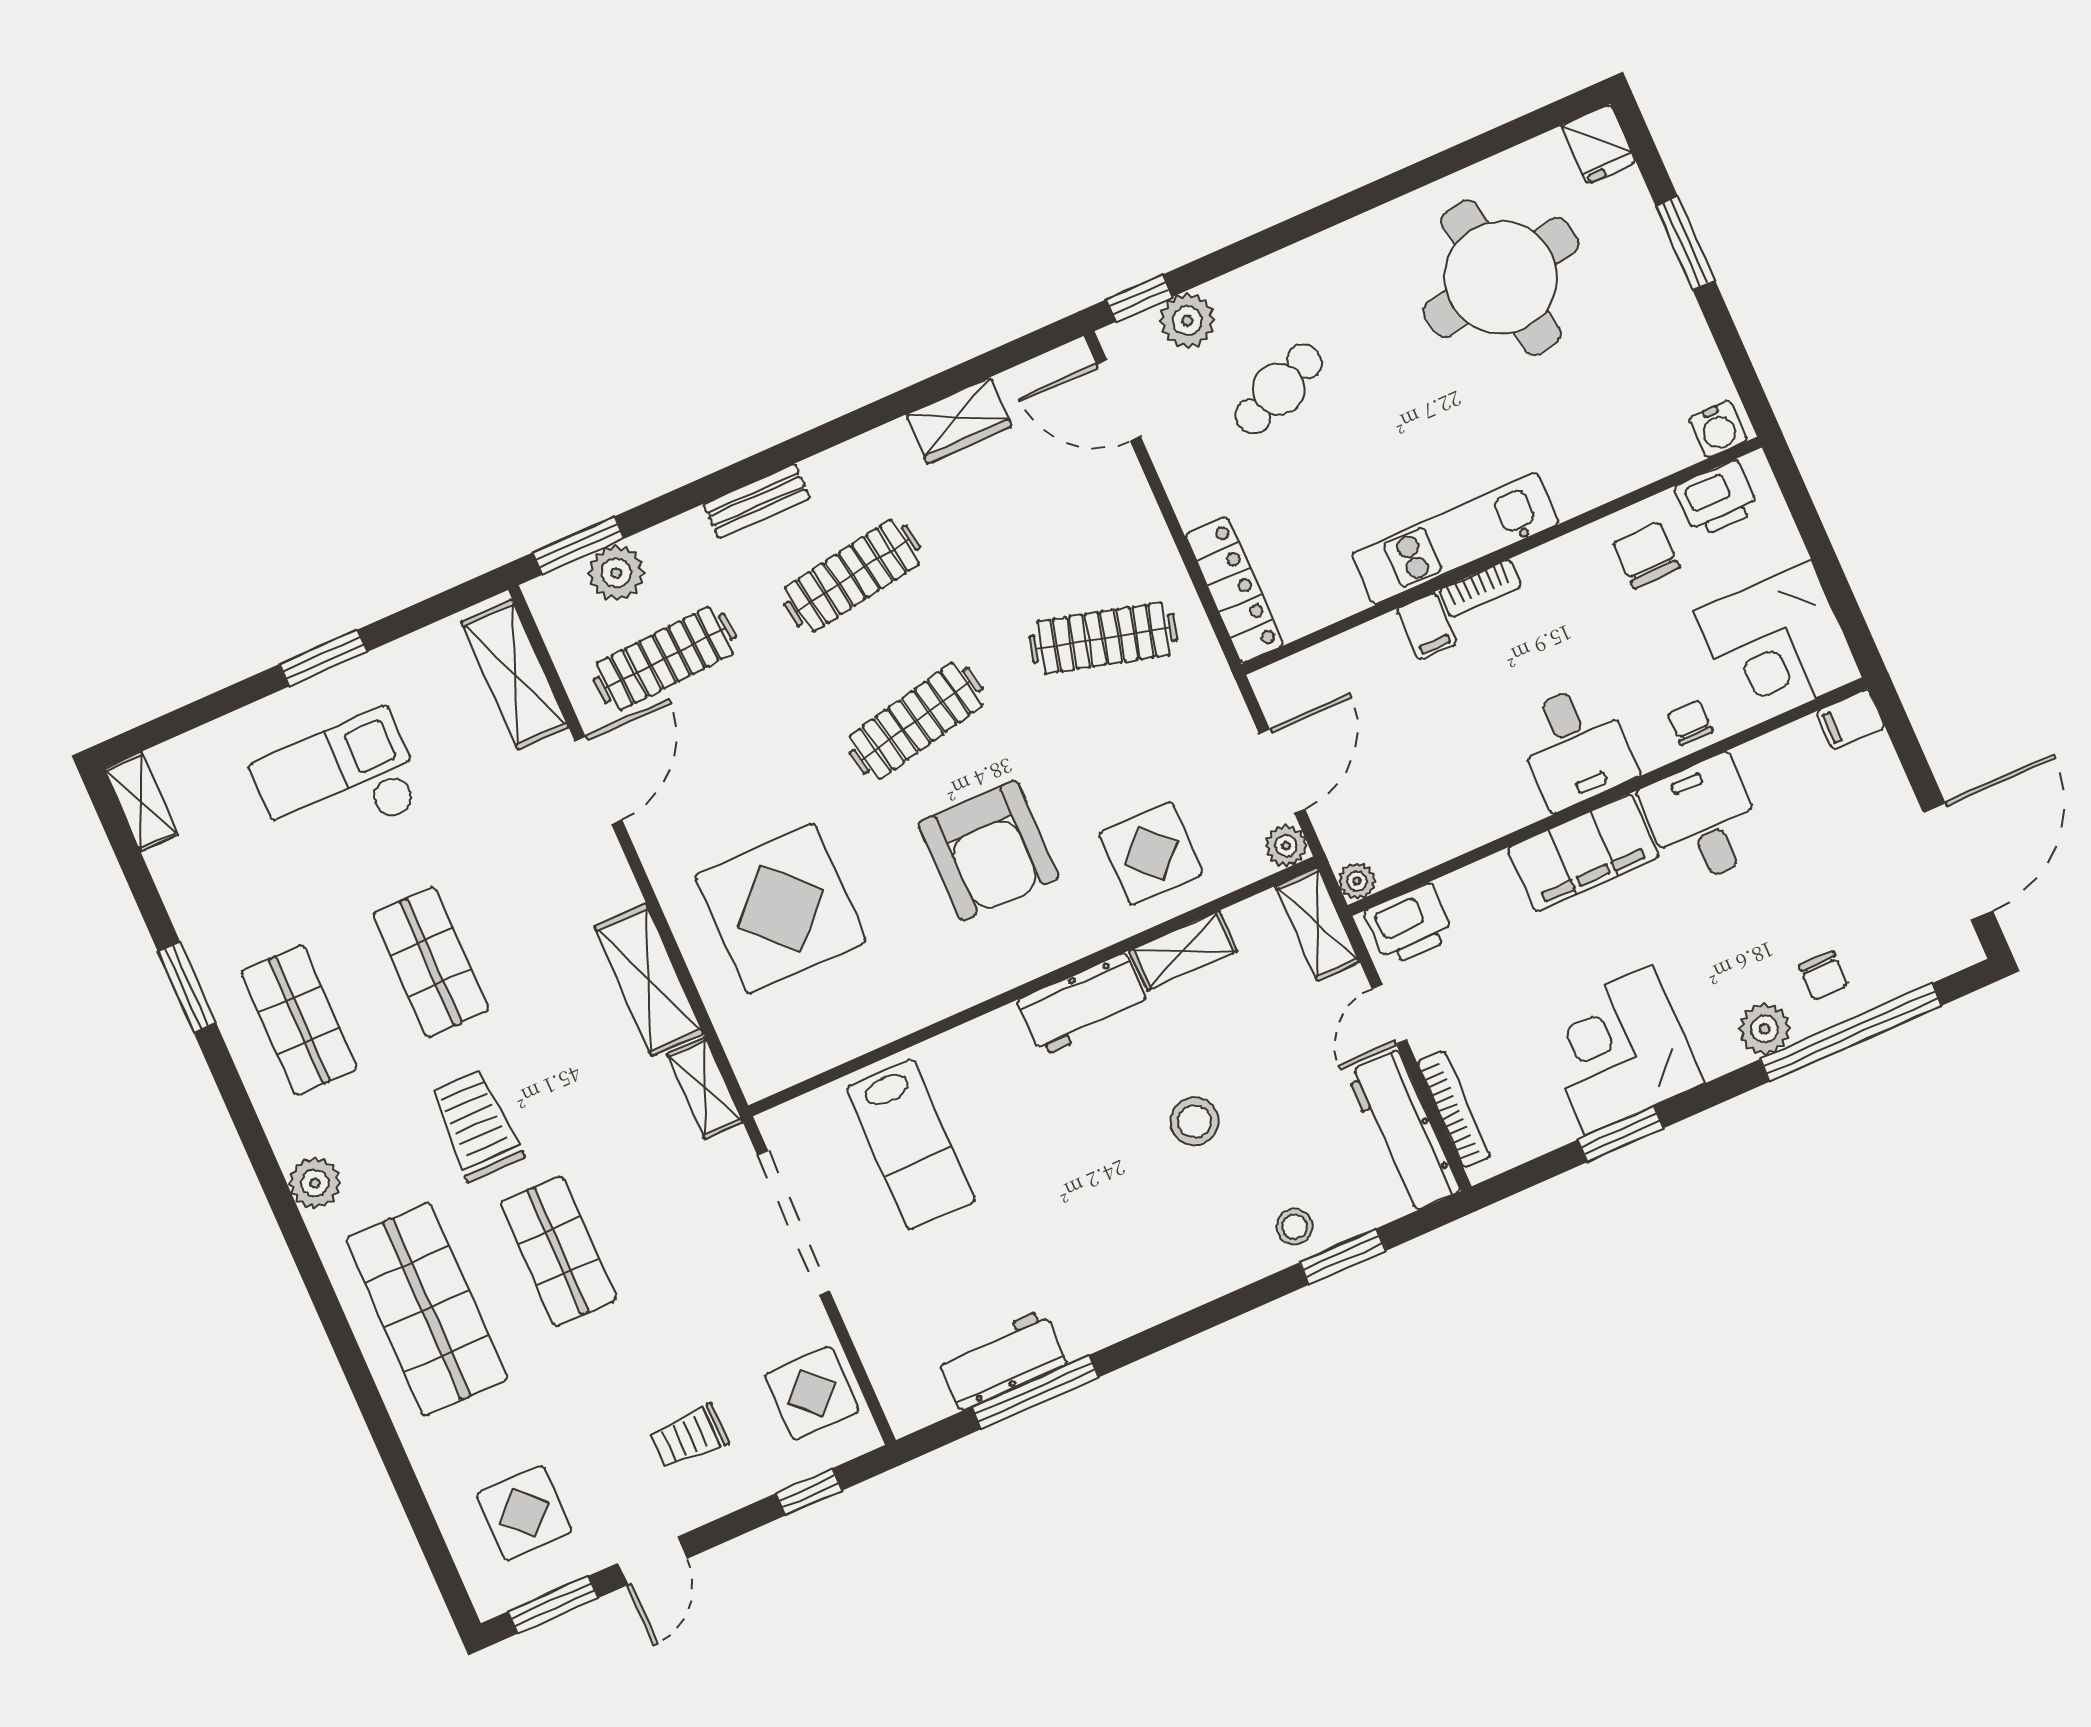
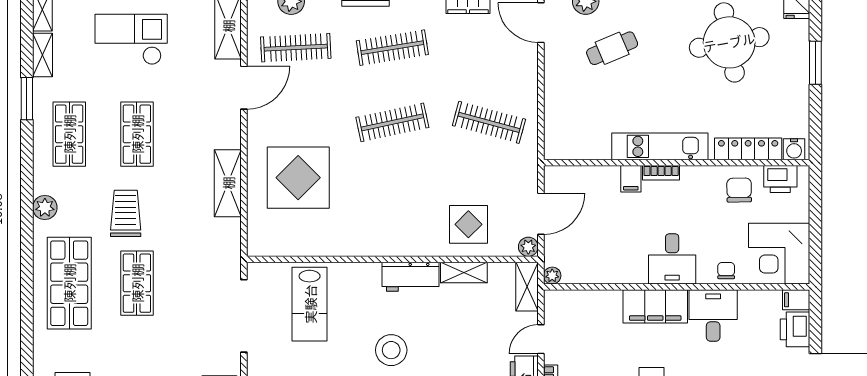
locker: (1234, 590) -> (748, 149), moved, turned -90
armchair: (989, 850) -> (399, 192), removed
printer: (1409, 924) -> (795, 329), moved, turned 90
shelving: (705, 1088) -> (43, 55), moved
stool: (1194, 1121) -> (391, 350), moved, width x1.38, depth x1.38

